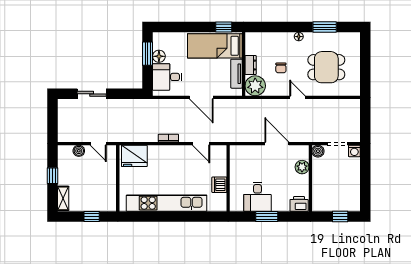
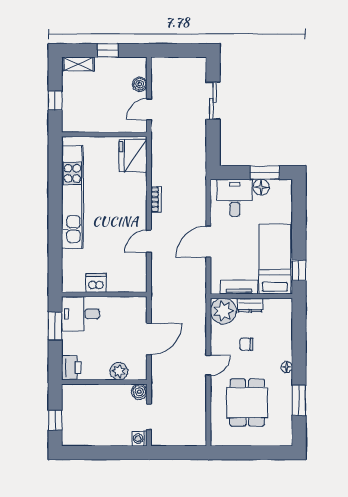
wall: (228, 178) -> (104, 294), moved
dishwasher: (219, 185) -> (96, 283), moved

